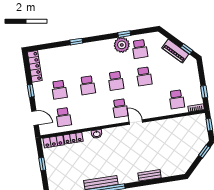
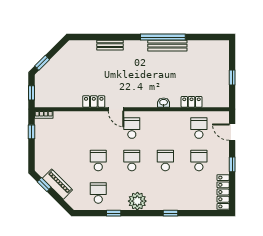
plant: (122, 45) -> (137, 201), moved
school desk: (177, 99) -> (65, 128), removed
locker: (54, 142) -> (94, 101), moved

